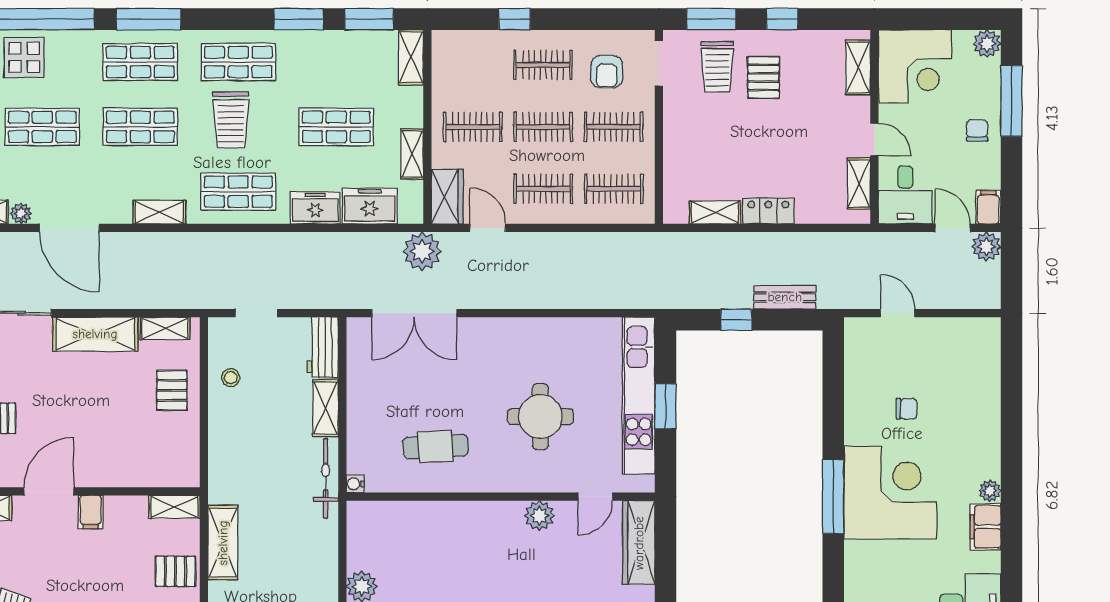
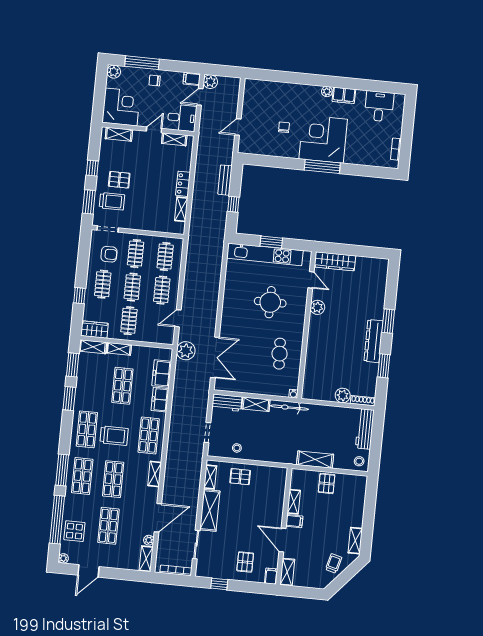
shelving: (412, 154) -> (119, 349), moved
wardrobe: (447, 197) -> (94, 329), moved
shelving: (174, 507) -> (294, 502), moved

